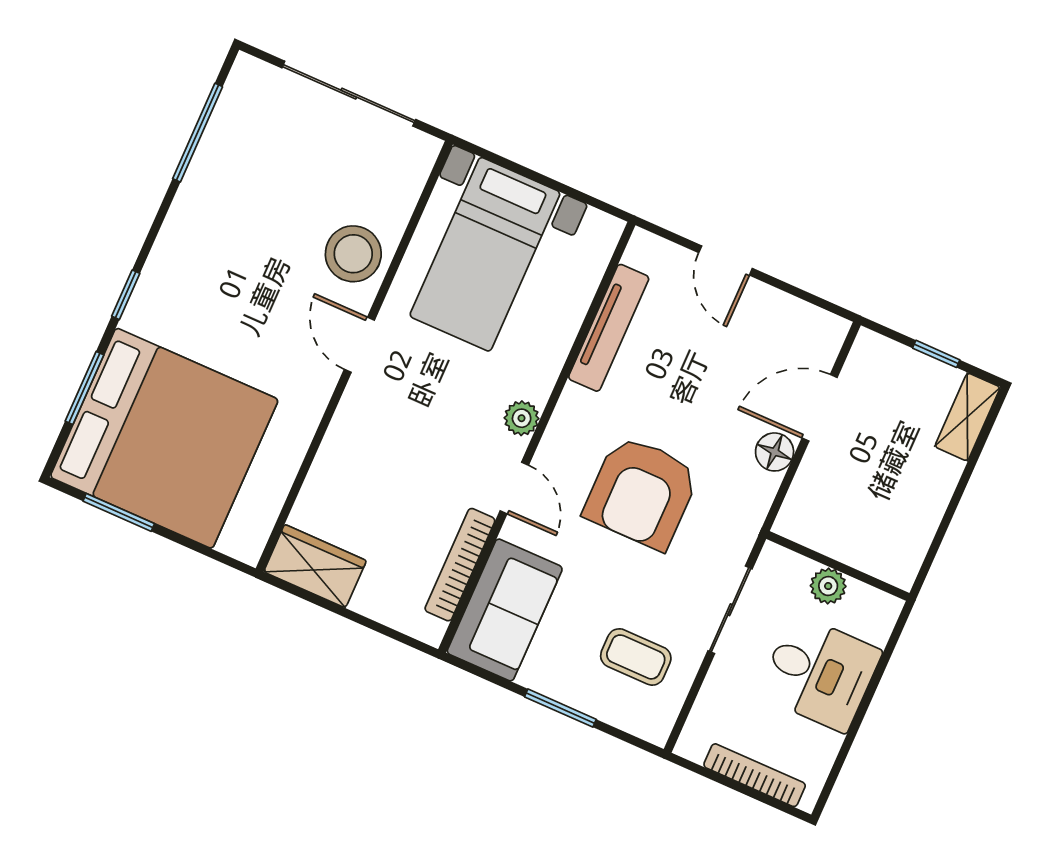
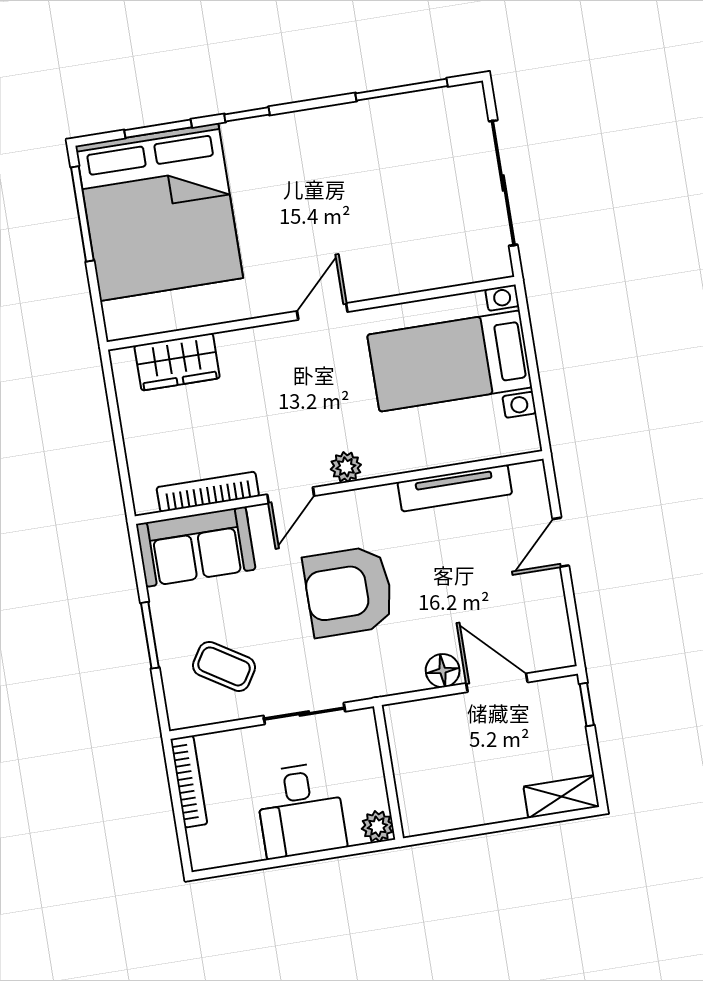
stool: (353, 254) -> (387, 263), removed
window: (936, 354) -> (587, 705), moved
window: (119, 512) -> (82, 214), width x1.44
wardrobe: (315, 566) -> (177, 362), moved, turned 90
plant: (828, 586) -> (377, 826), moved
coffee table: (636, 657) -> (224, 666), turned -58
bookcase: (755, 775) -> (189, 781), moved

